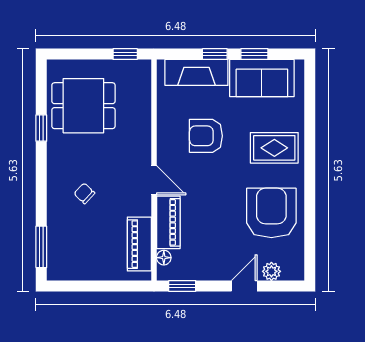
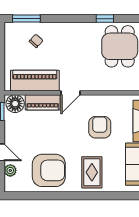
chair: (84, 193) -> (36, 41), moved
piano: (139, 244) -> (35, 81), width x1.37, depth x1.33
floor lamp: (164, 258) -> (15, 104), width x1.89, depth x1.89

